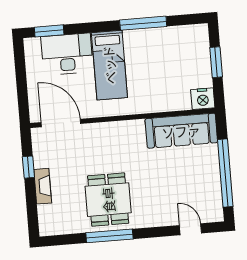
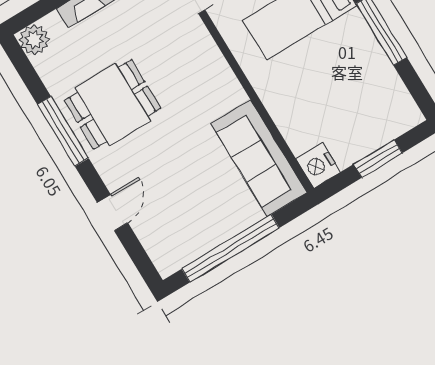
plant: (48, 226) -> (34, 40), added
door: (190, 229) -> (112, 213), moved

